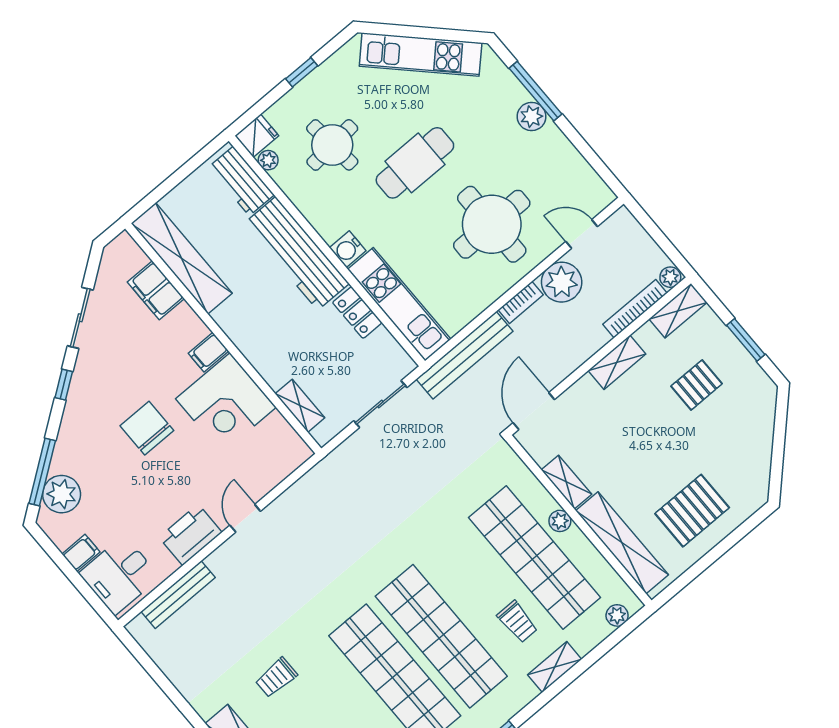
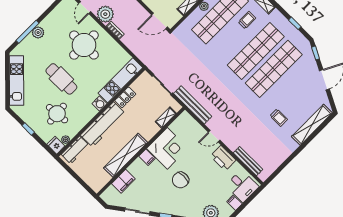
shelving: (182, 258) -> (126, 155), moved
bench: (465, 355) -> (193, 105), moved

